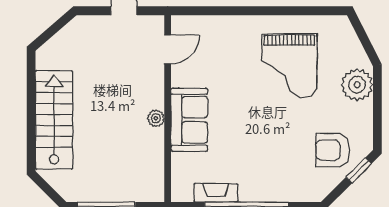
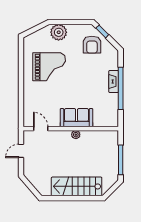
fireplace: (216, 193) -> (114, 82), moved

